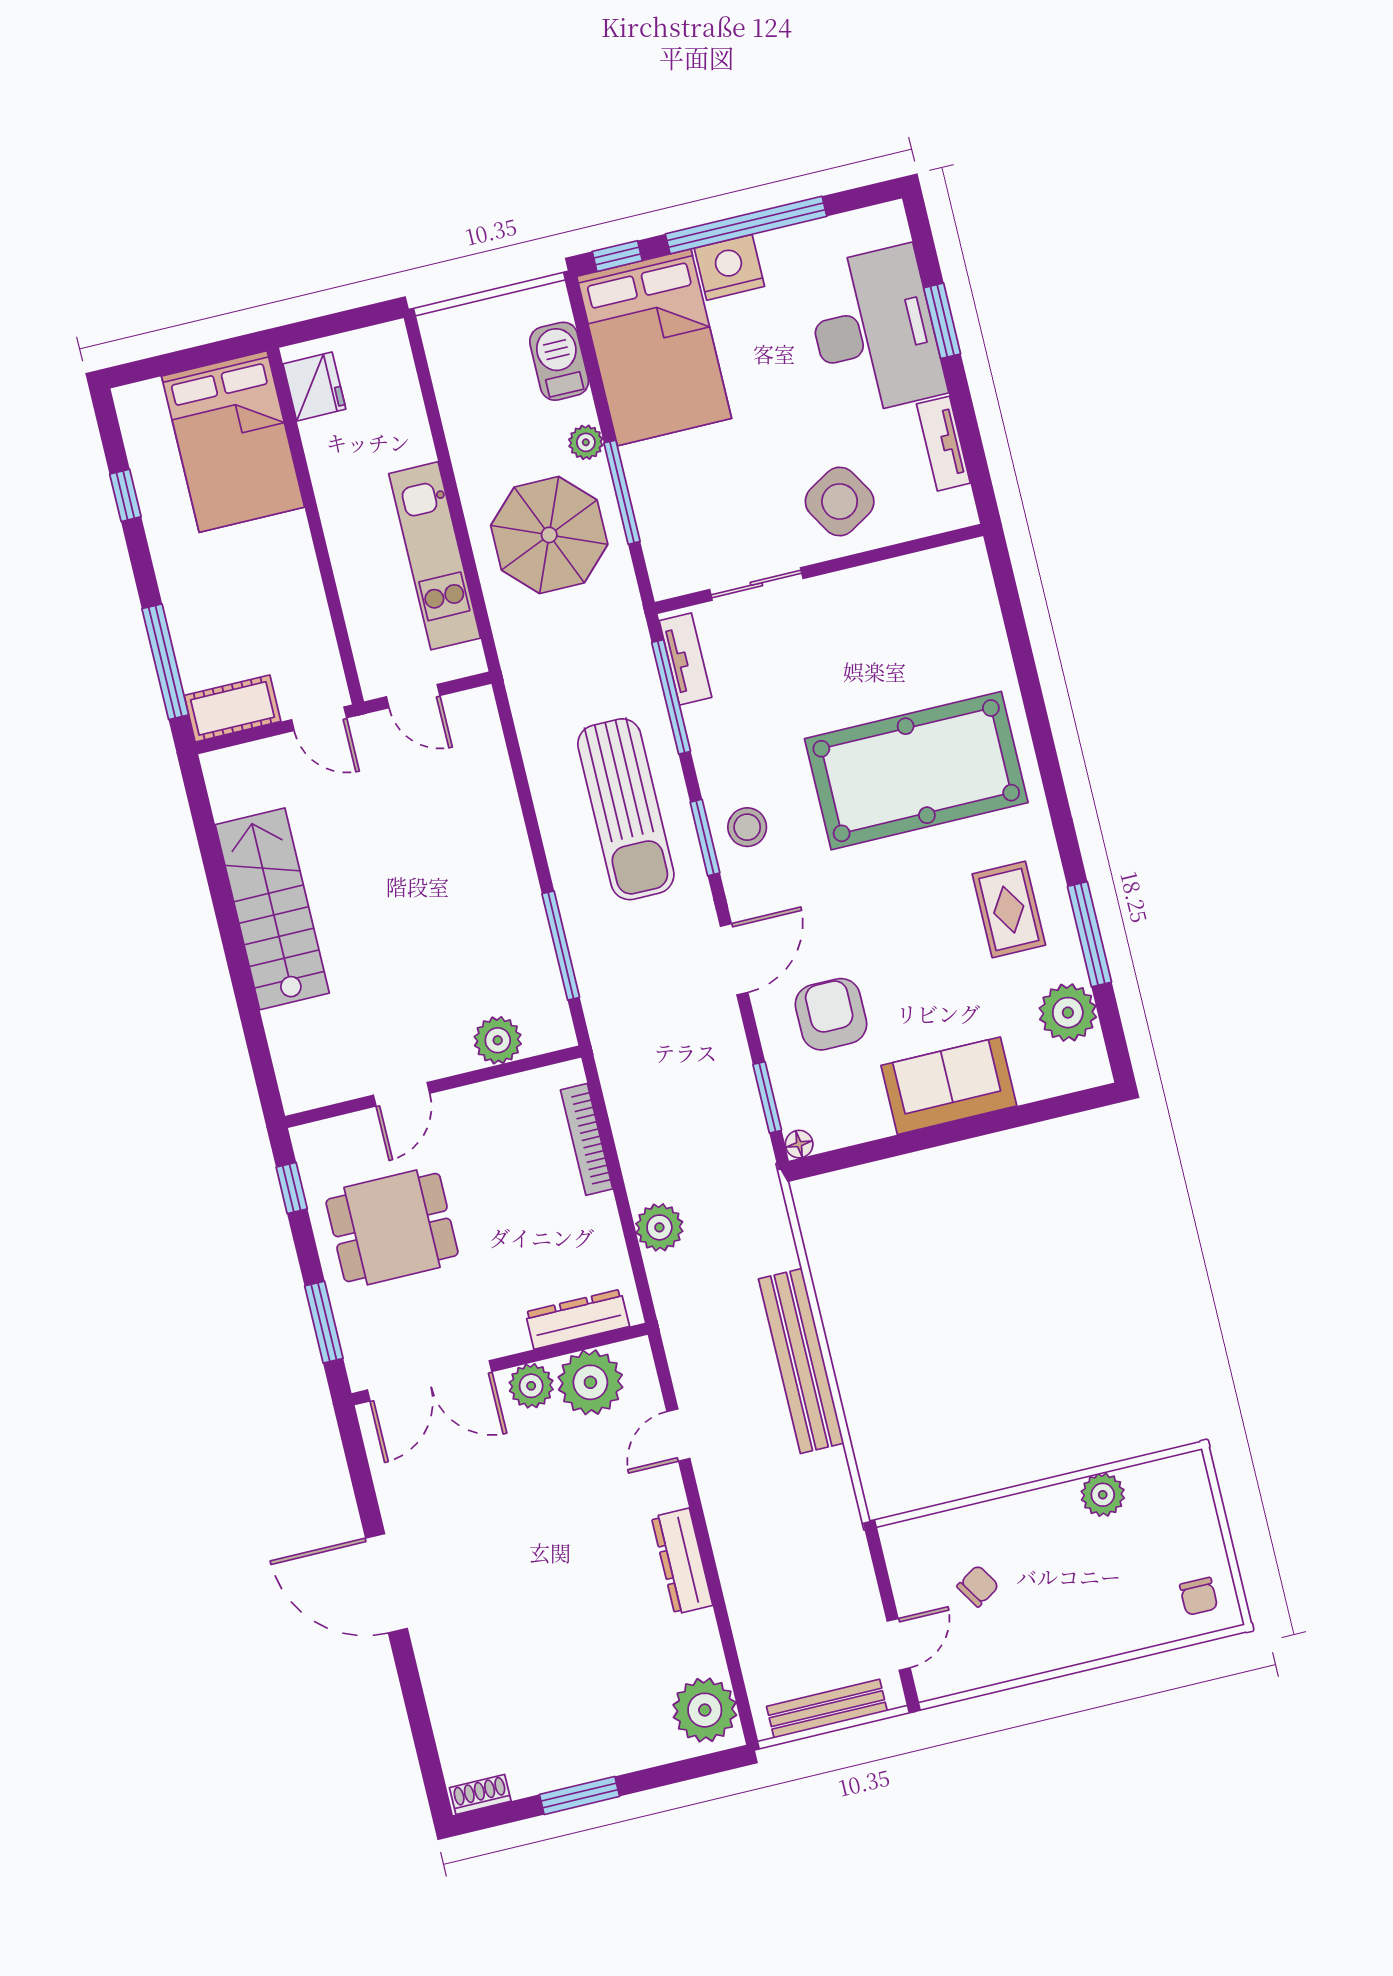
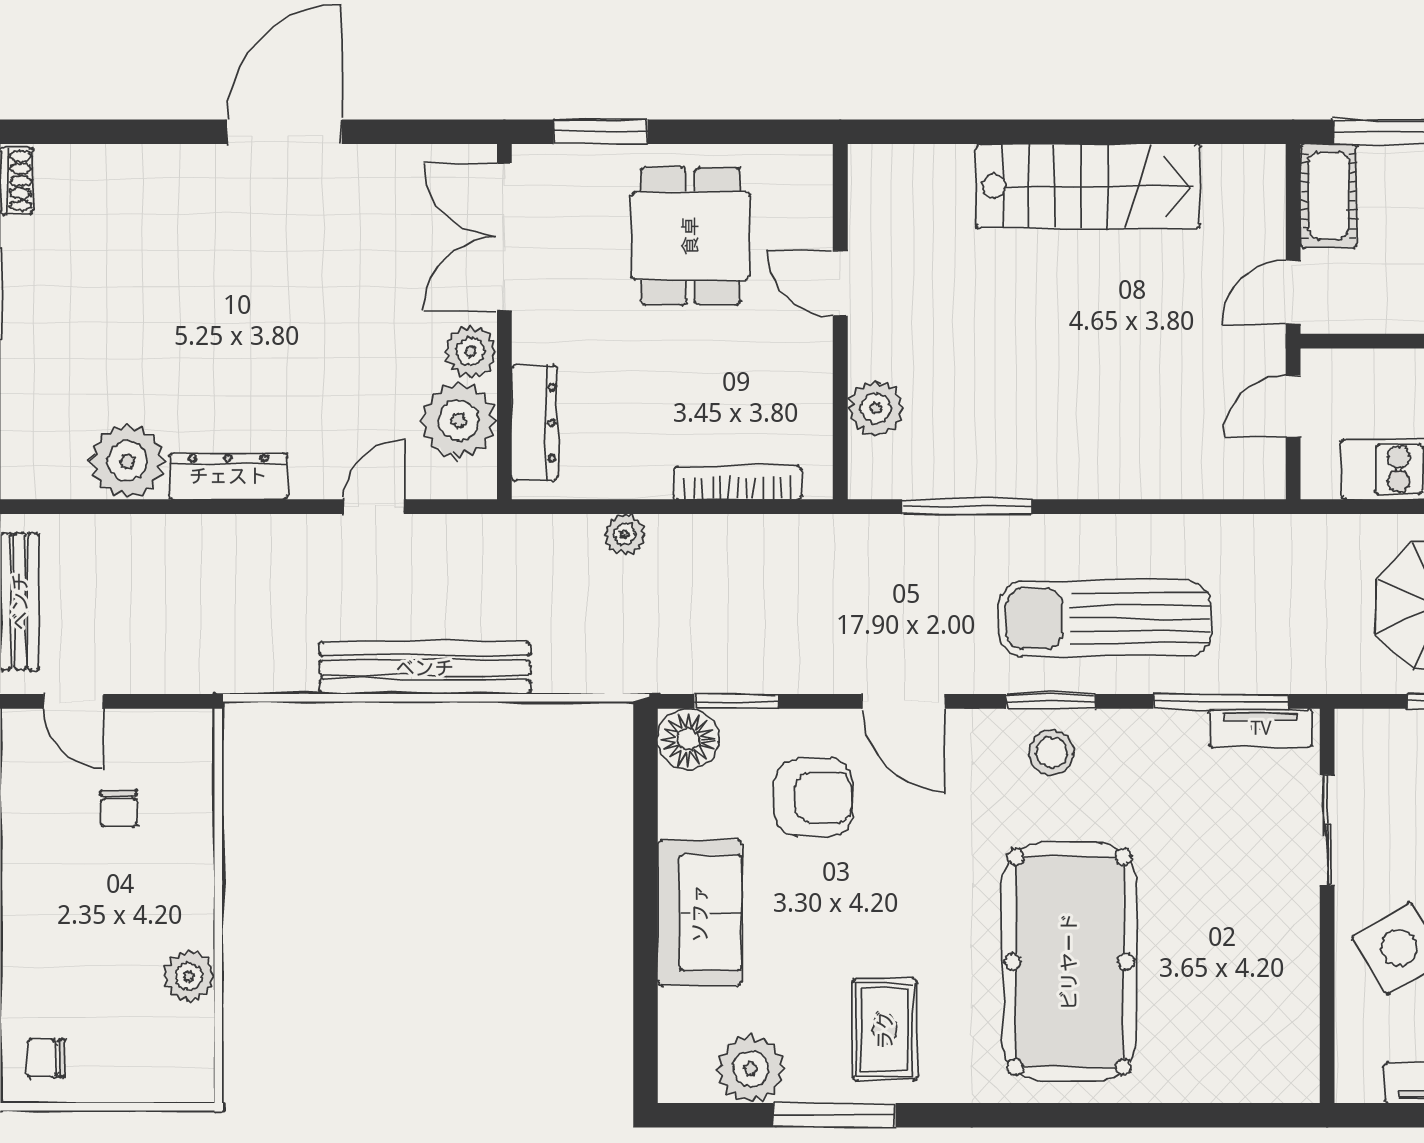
rug: (1009, 910) -> (885, 1030), turned 90
floor lamp: (799, 1144) -> (688, 739), width x1.89, depth x1.89
window: (292, 1188) -> (763, 132), removed
plant: (659, 1227) -> (625, 534), width x0.73, depth x0.73
door: (678, 1435) -> (374, 507), hinge flipped
chair: (978, 1586) -> (119, 808), turned 32
plant: (705, 1710) -> (127, 461), moved

